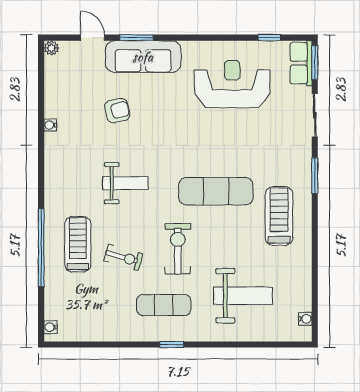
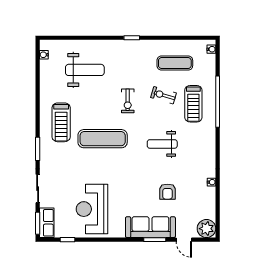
plant: (51, 48) -> (206, 229), width x1.88, depth x1.88
reception desk: (232, 84) -> (92, 209), turned 90
armchair: (117, 111) -> (167, 192), turned -77
exercise bike: (178, 249) -> (128, 101), width x0.73, depth x0.72
weight bench: (243, 296) -> (85, 70), turned 180
exercise mat: (164, 305) -> (175, 63), moved

